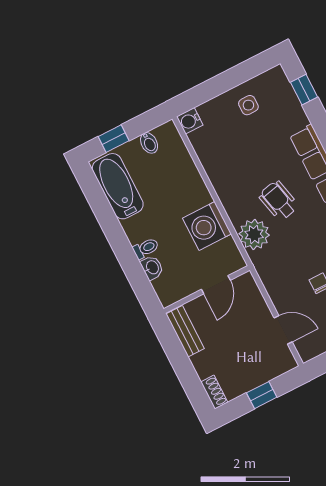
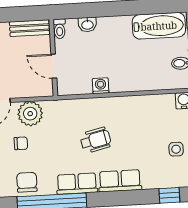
washing machine: (207, 226) -> (101, 86), width x0.53, depth x0.53
plant: (254, 234) -> (30, 114), moved
toilet: (146, 248) -> (60, 29), moved

